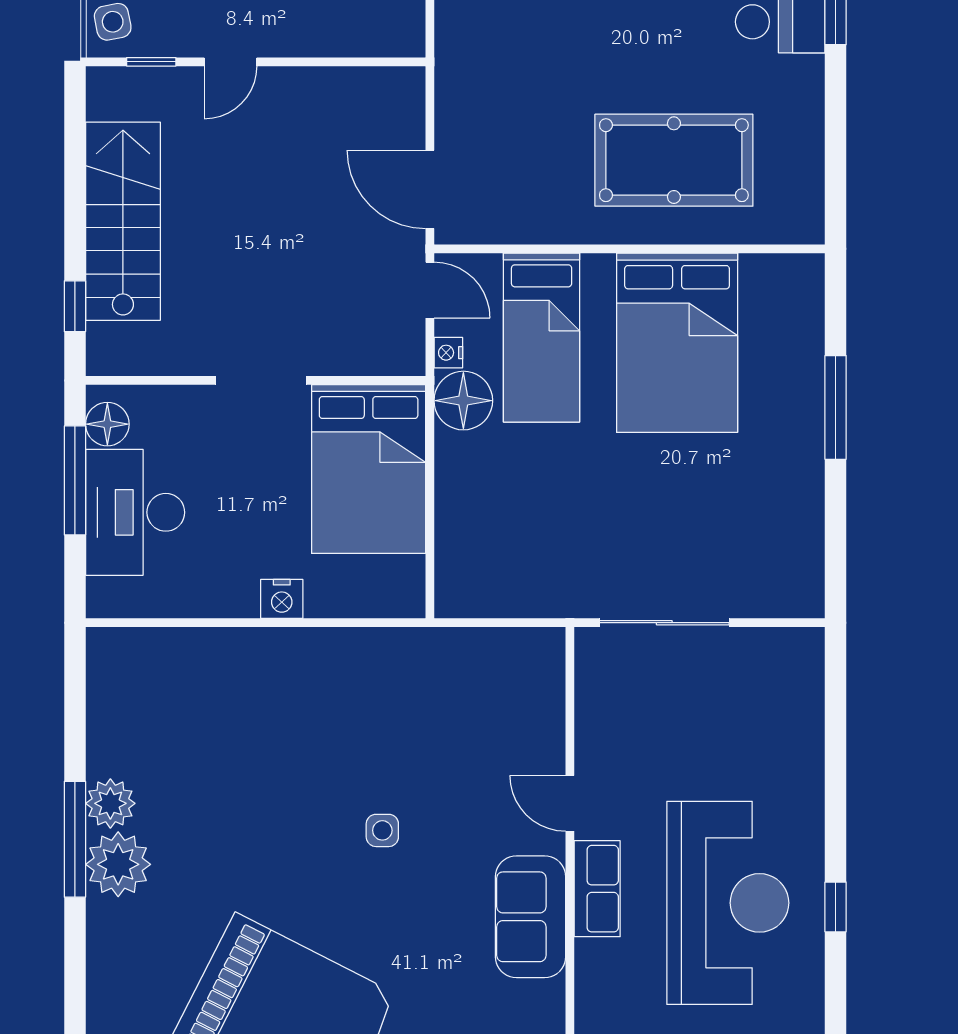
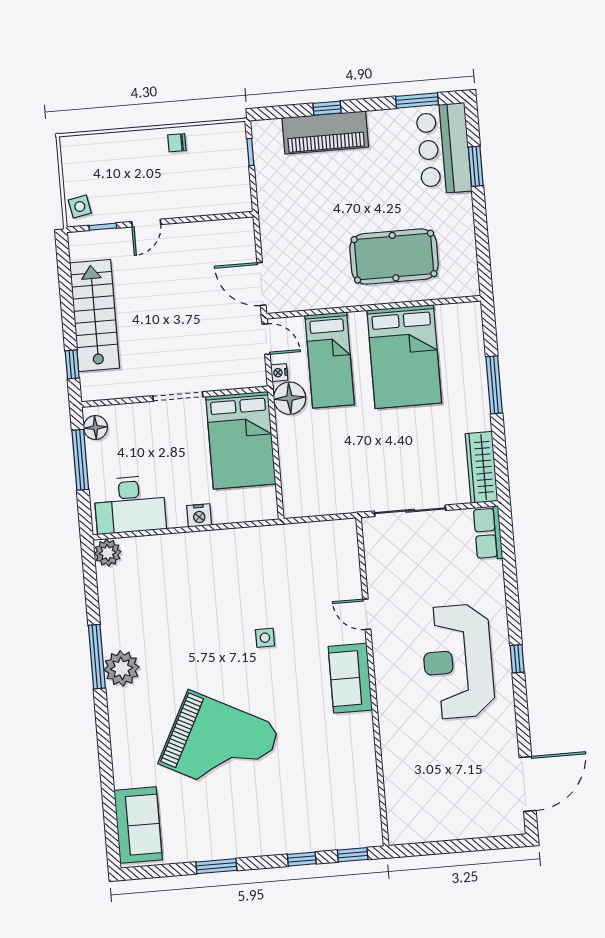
desk: (135, 512) -> (130, 505), moved, turned -90
wardrobe: (800, 555) -> (482, 467), added
plant: (110, 803) -> (108, 553), moved
row of seats: (597, 889) -> (488, 533), moved, turned 180
reception desk: (728, 903) -> (458, 662), turned 180

